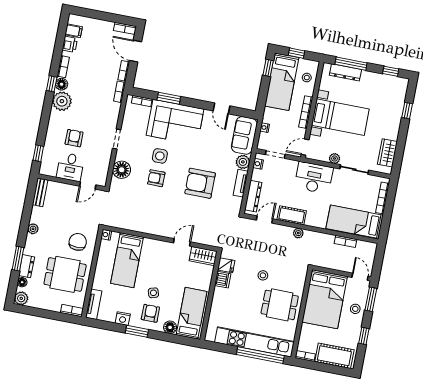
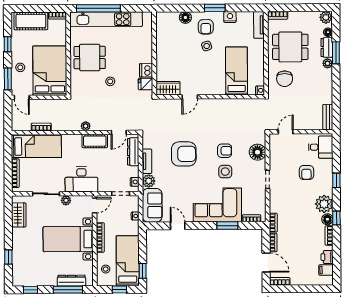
window: (38, 153) -> (336, 180), moved
desk: (70, 167) -> (321, 147), moved, turned 90
plant: (33, 229) -> (328, 63), moved
bed: (192, 313) -> (168, 34), removed

